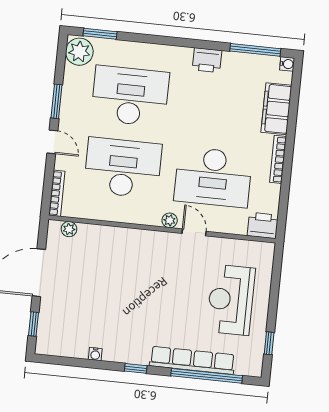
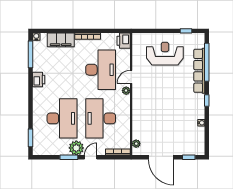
plant: (79, 52) -> (76, 148), moved
desk: (130, 96) -> (62, 118), turned 180
reception desk: (231, 300) -> (165, 54), turned 180

